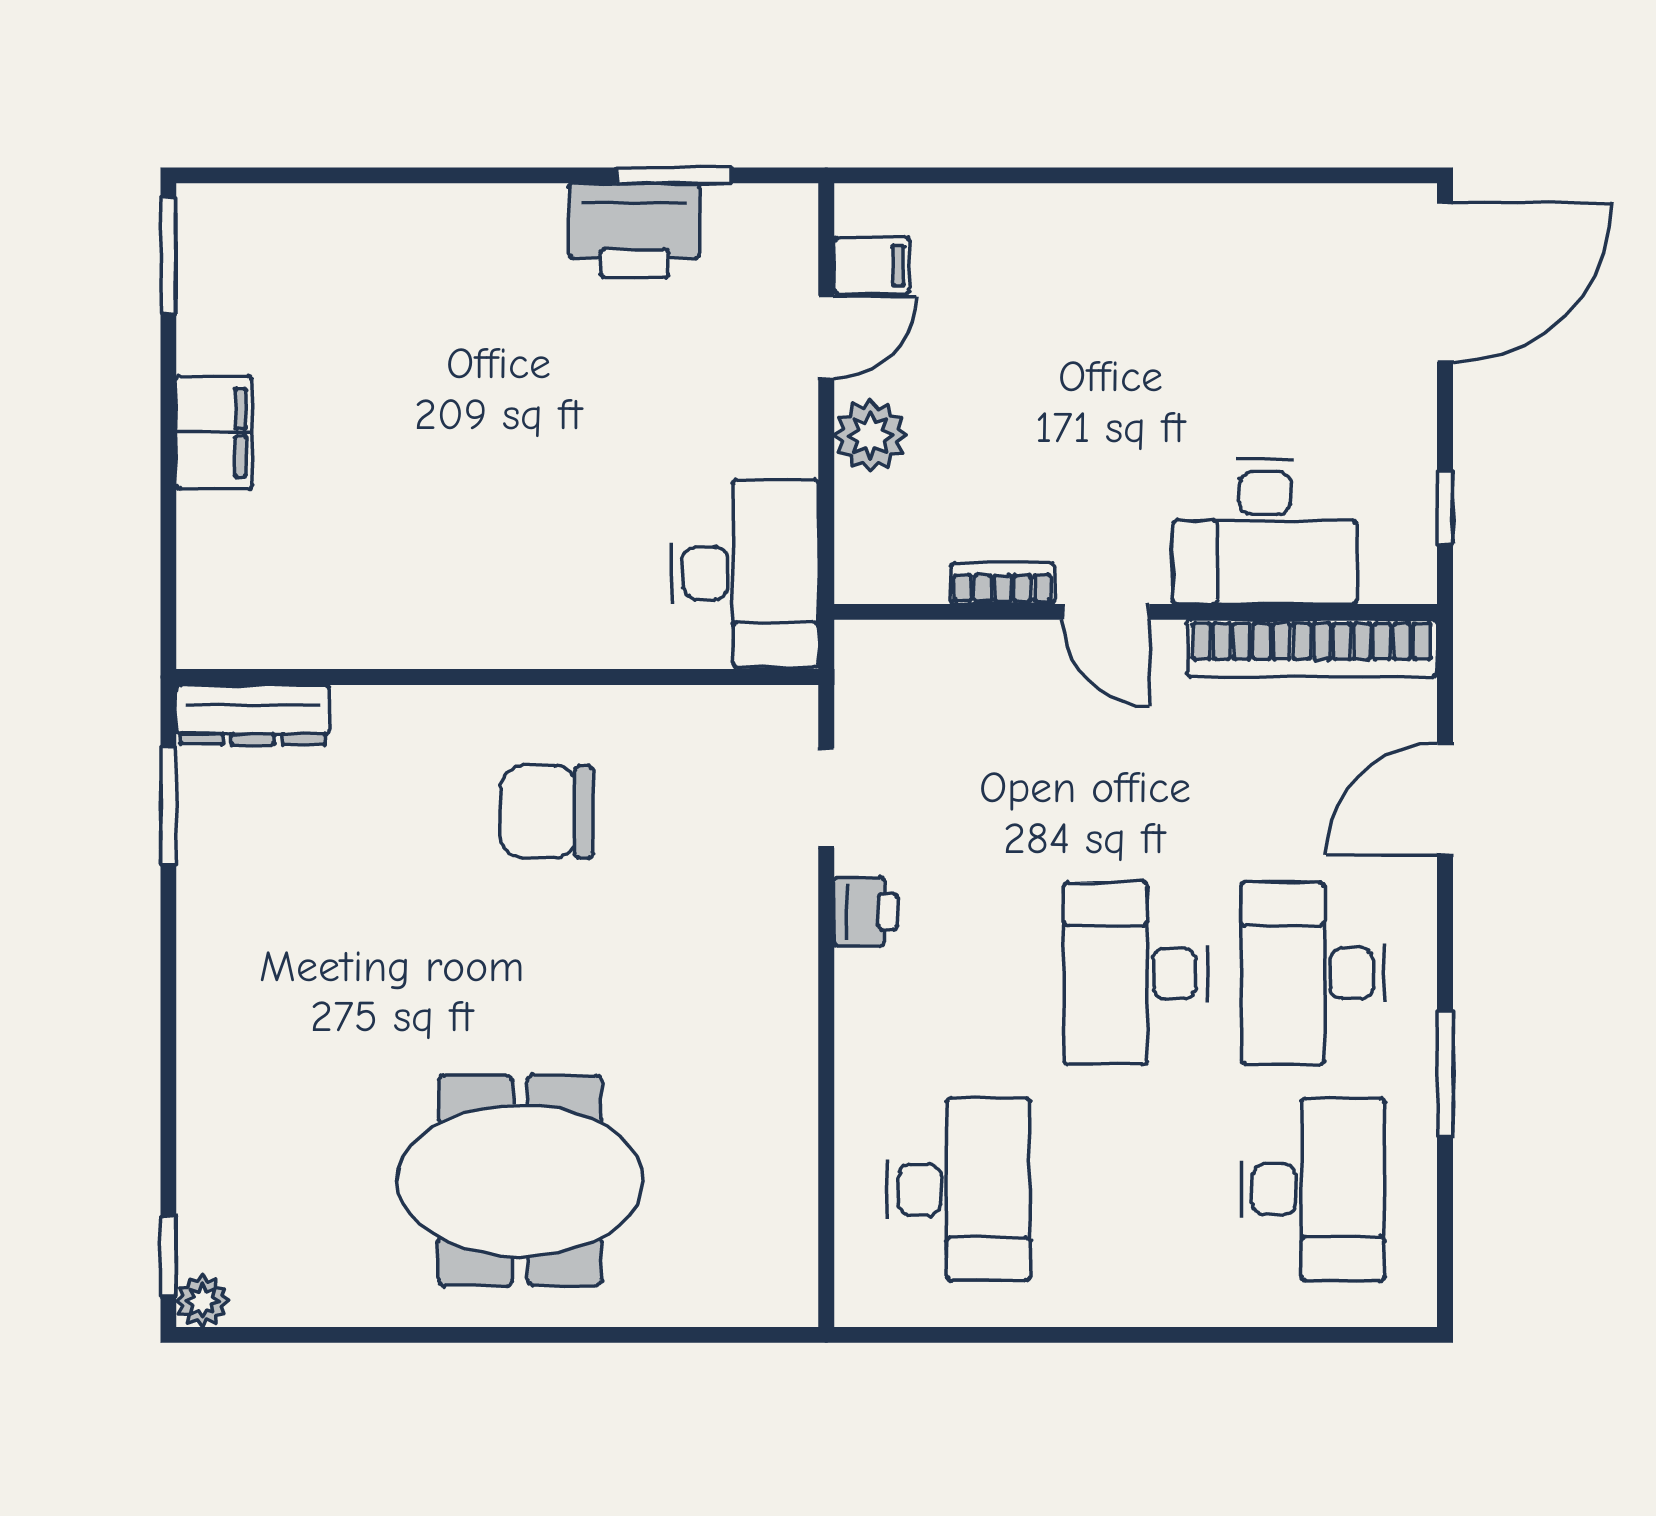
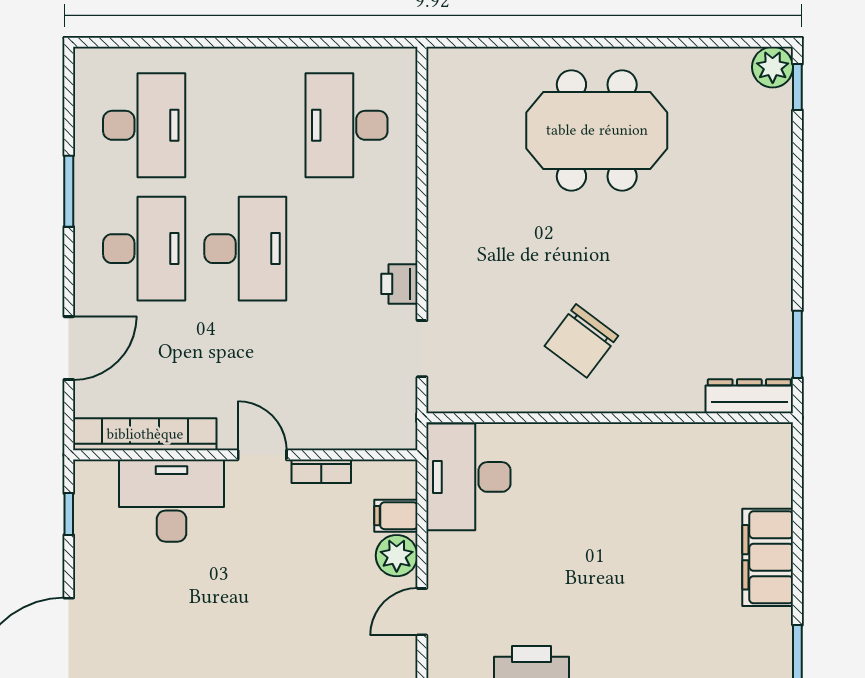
filing cabinet: (872, 265) -> (396, 516), moved
filing cabinet: (214, 433) -> (768, 557), width x1.50, depth x1.17
chair: (547, 812) -> (581, 341), turned 127
desk: (1313, 1189) -> (144, 125), turned 180
plant: (202, 1301) -> (773, 67), width x1.38, depth x1.38

